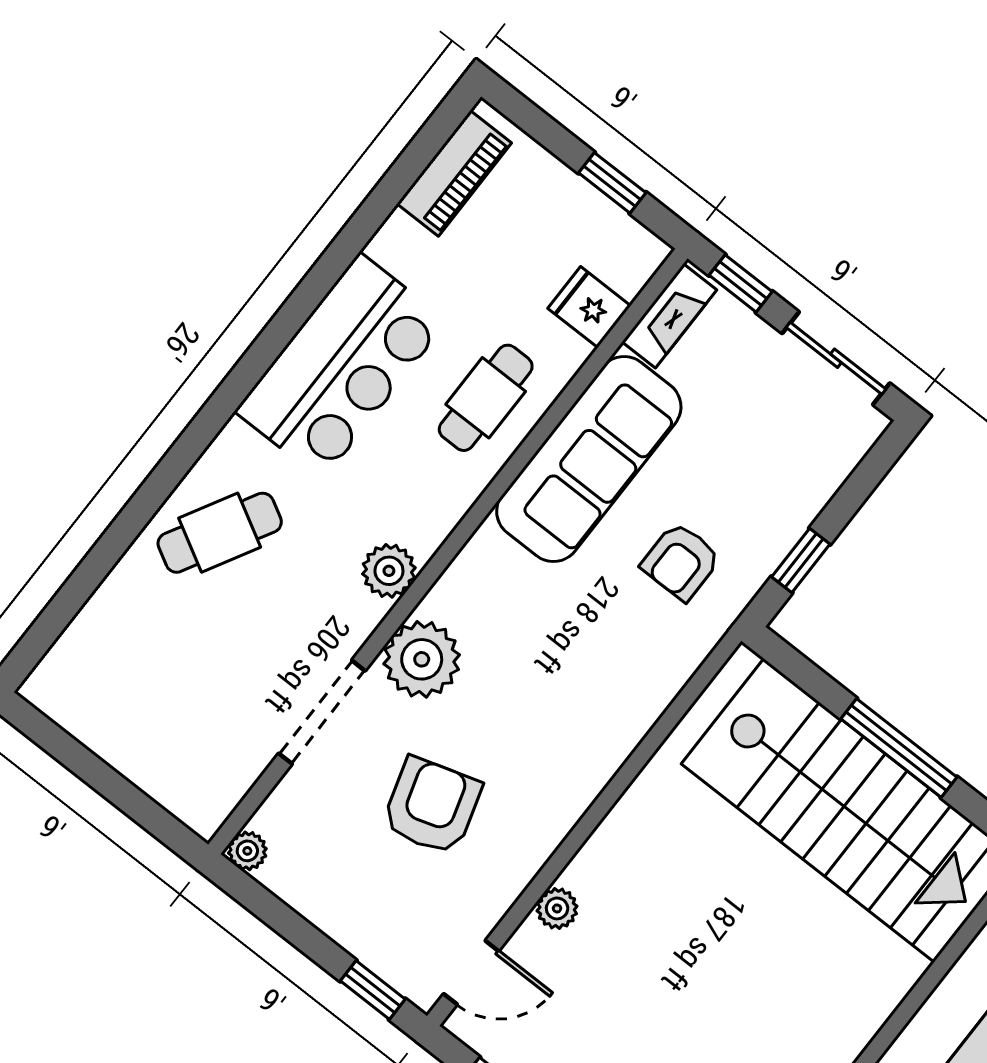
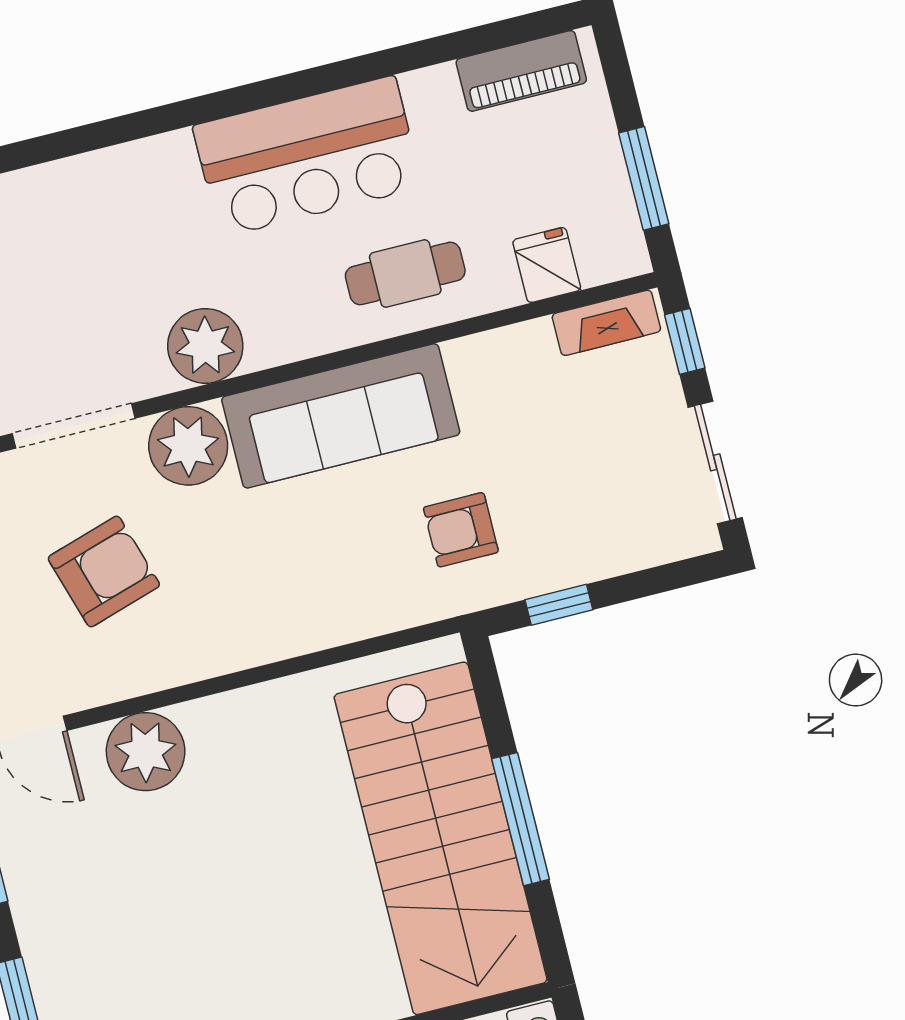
window: (612, 183) -> (644, 178), width x1.50
sofa: (589, 459) -> (341, 416), moved
cafe table: (220, 533) -> (104, 215), removed
plant: (389, 571) -> (205, 346), width x1.36, depth x1.36
plant: (557, 908) -> (146, 752), width x1.88, depth x1.88

